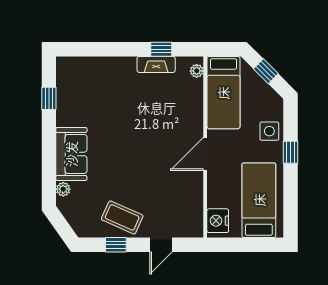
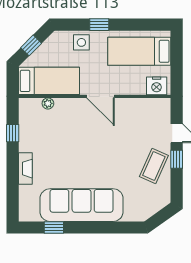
fireplace: (156, 64) -> (25, 169), moved
plant: (197, 71) -> (48, 103), moved
sofa: (71, 154) -> (82, 205), width x1.85, depth x1.27
plant: (63, 189) -> (130, 215), removed
window: (116, 245) -> (177, 159), moved

